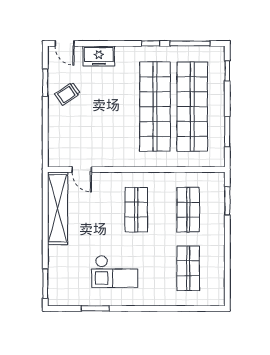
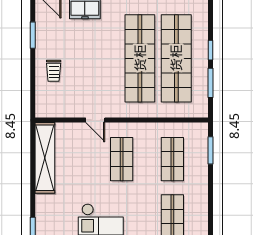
window: (227, 71) -> (211, 50), moved
trolley: (68, 94) -> (54, 71), moved, turned -56
door: (82, 170) -> (95, 120), moved

